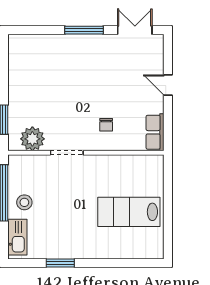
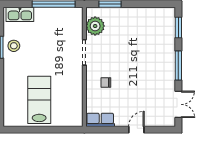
window: (34, 30) -> (178, 27), added
stool: (24, 202) -> (14, 46), moved

